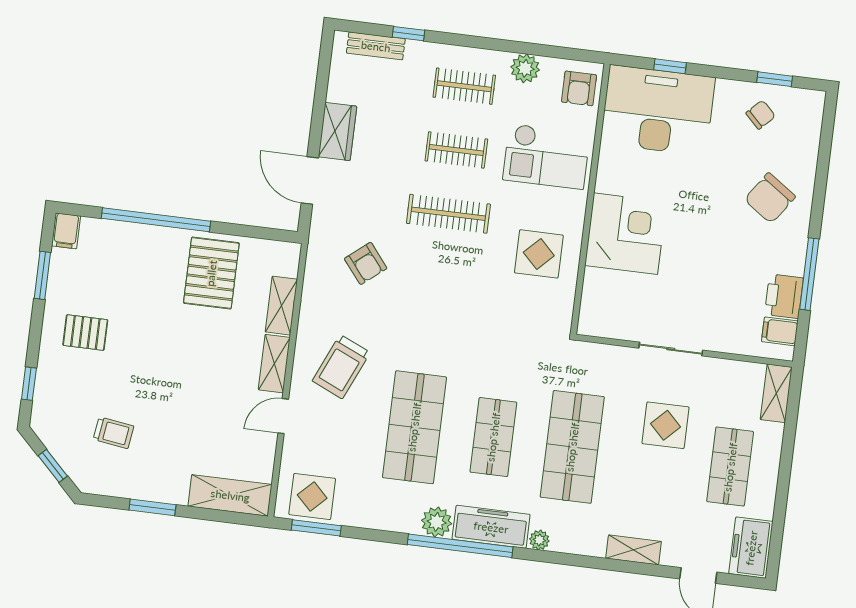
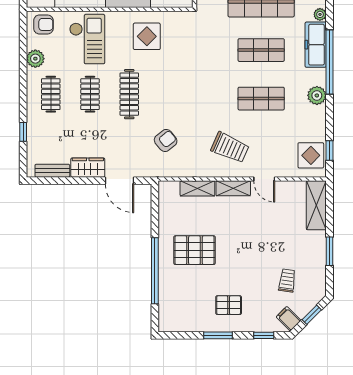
bench: (376, 46) -> (52, 171), moved, turned 90
door: (310, 180) -> (120, 181), hinge flipped
filing cabinet: (66, 231) -> (289, 319), moved, turned -135
pallet: (211, 273) -> (194, 250), moved
window: (42, 275) -> (218, 335), moved
pallet: (85, 333) -> (229, 305), turned 90
shop shelf: (414, 427) -> (261, 99), width x0.70, depth x0.74
plant: (437, 522) -> (317, 95), moved
window: (316, 528) -> (329, 150), width x0.67

